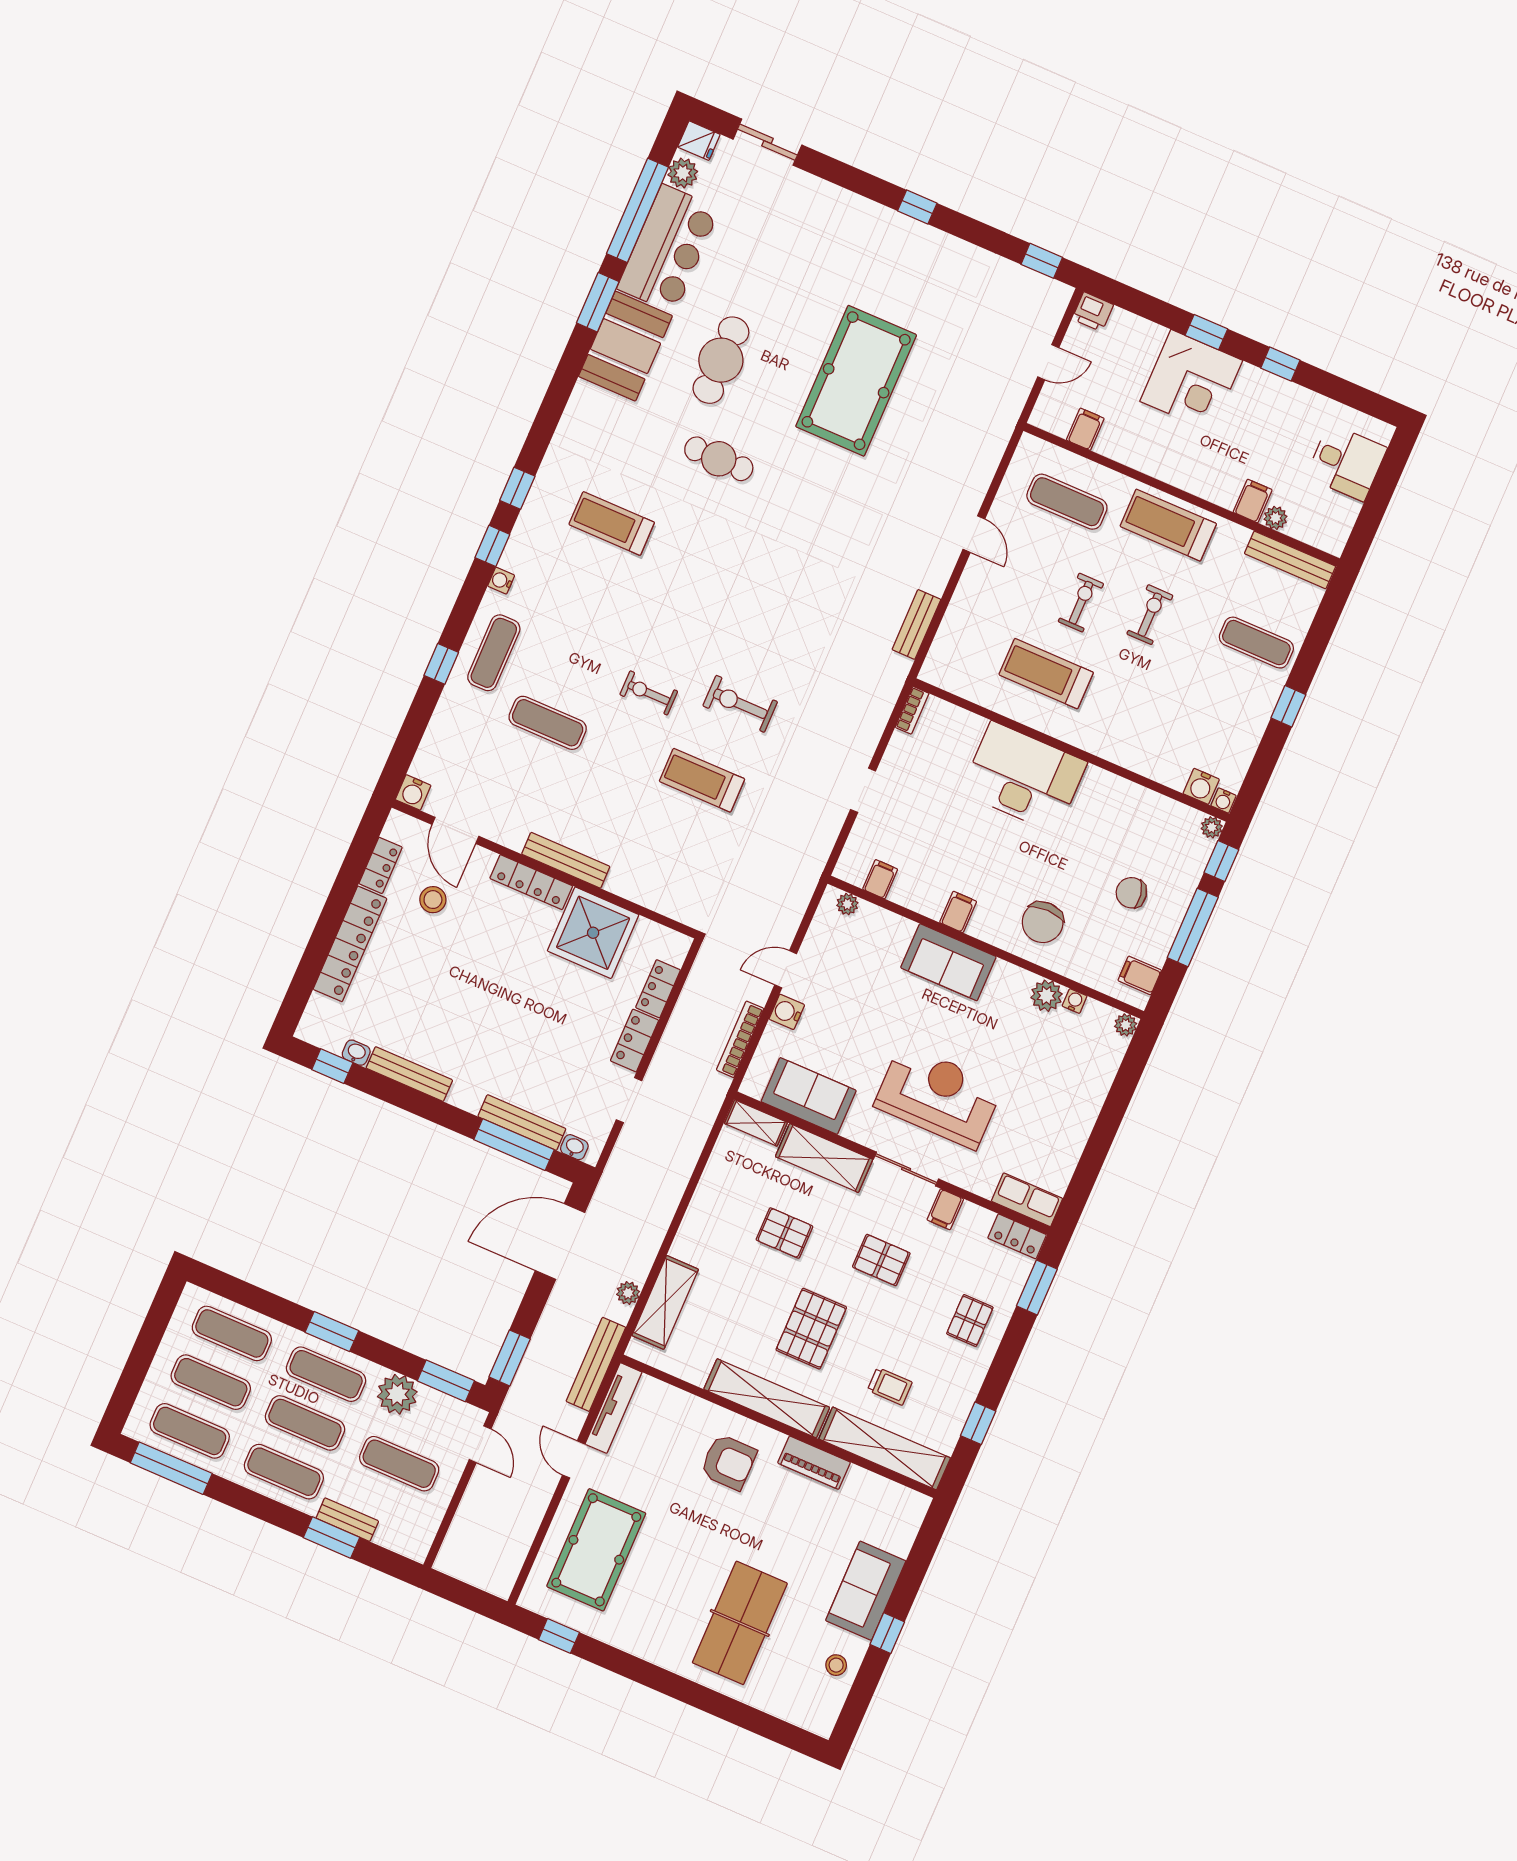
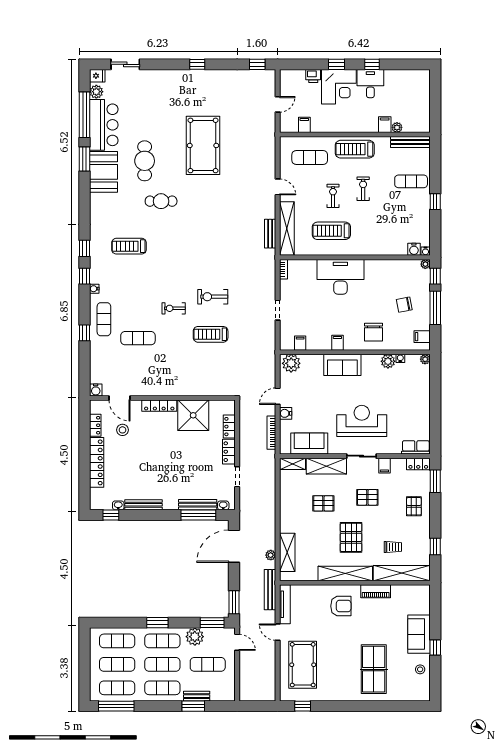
printer: (1093, 312) -> (313, 76), moved
desk: (1346, 462) -> (370, 84), moved, turned -90
shelving: (956, 629) -> (287, 229), added
bench: (566, 860) -> (169, 391), removed
plant: (847, 904) -> (291, 363), width x1.88, depth x1.88

